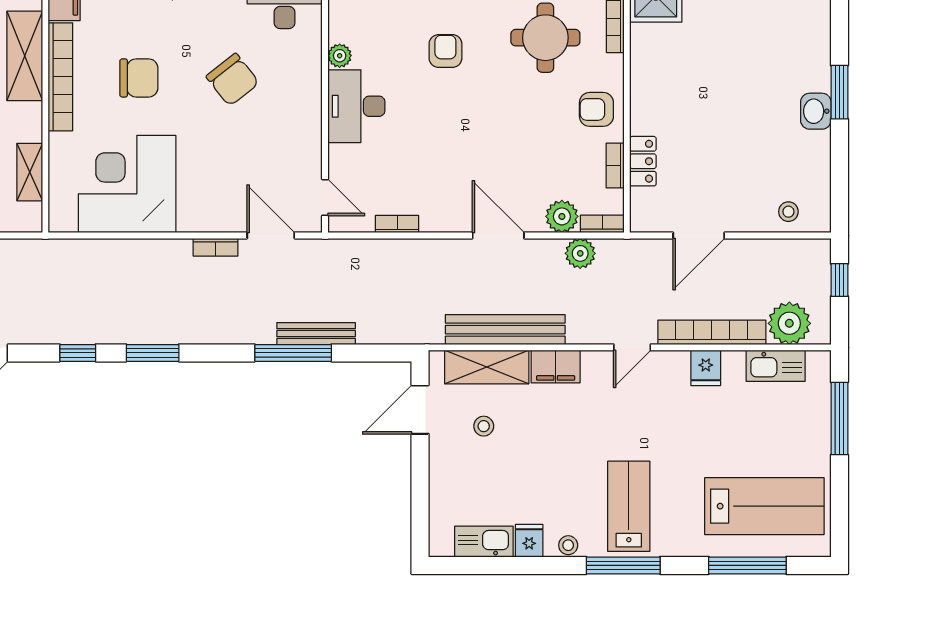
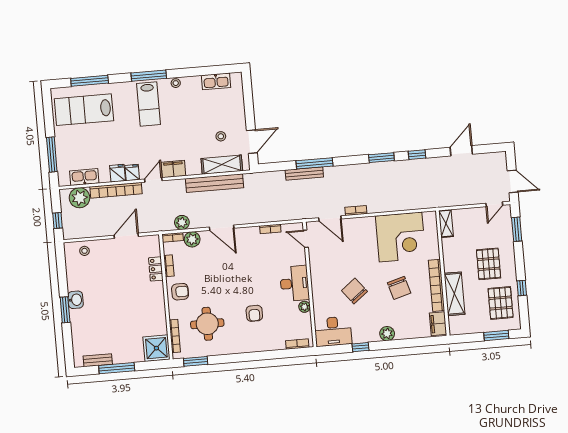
chair: (139, 78) -> (399, 288), turned -106
shelving: (30, 172) -> (446, 224), moved
filing cabinet: (556, 367) -> (173, 169), moved
fridge: (529, 541) -> (132, 173), moved, turned 180

